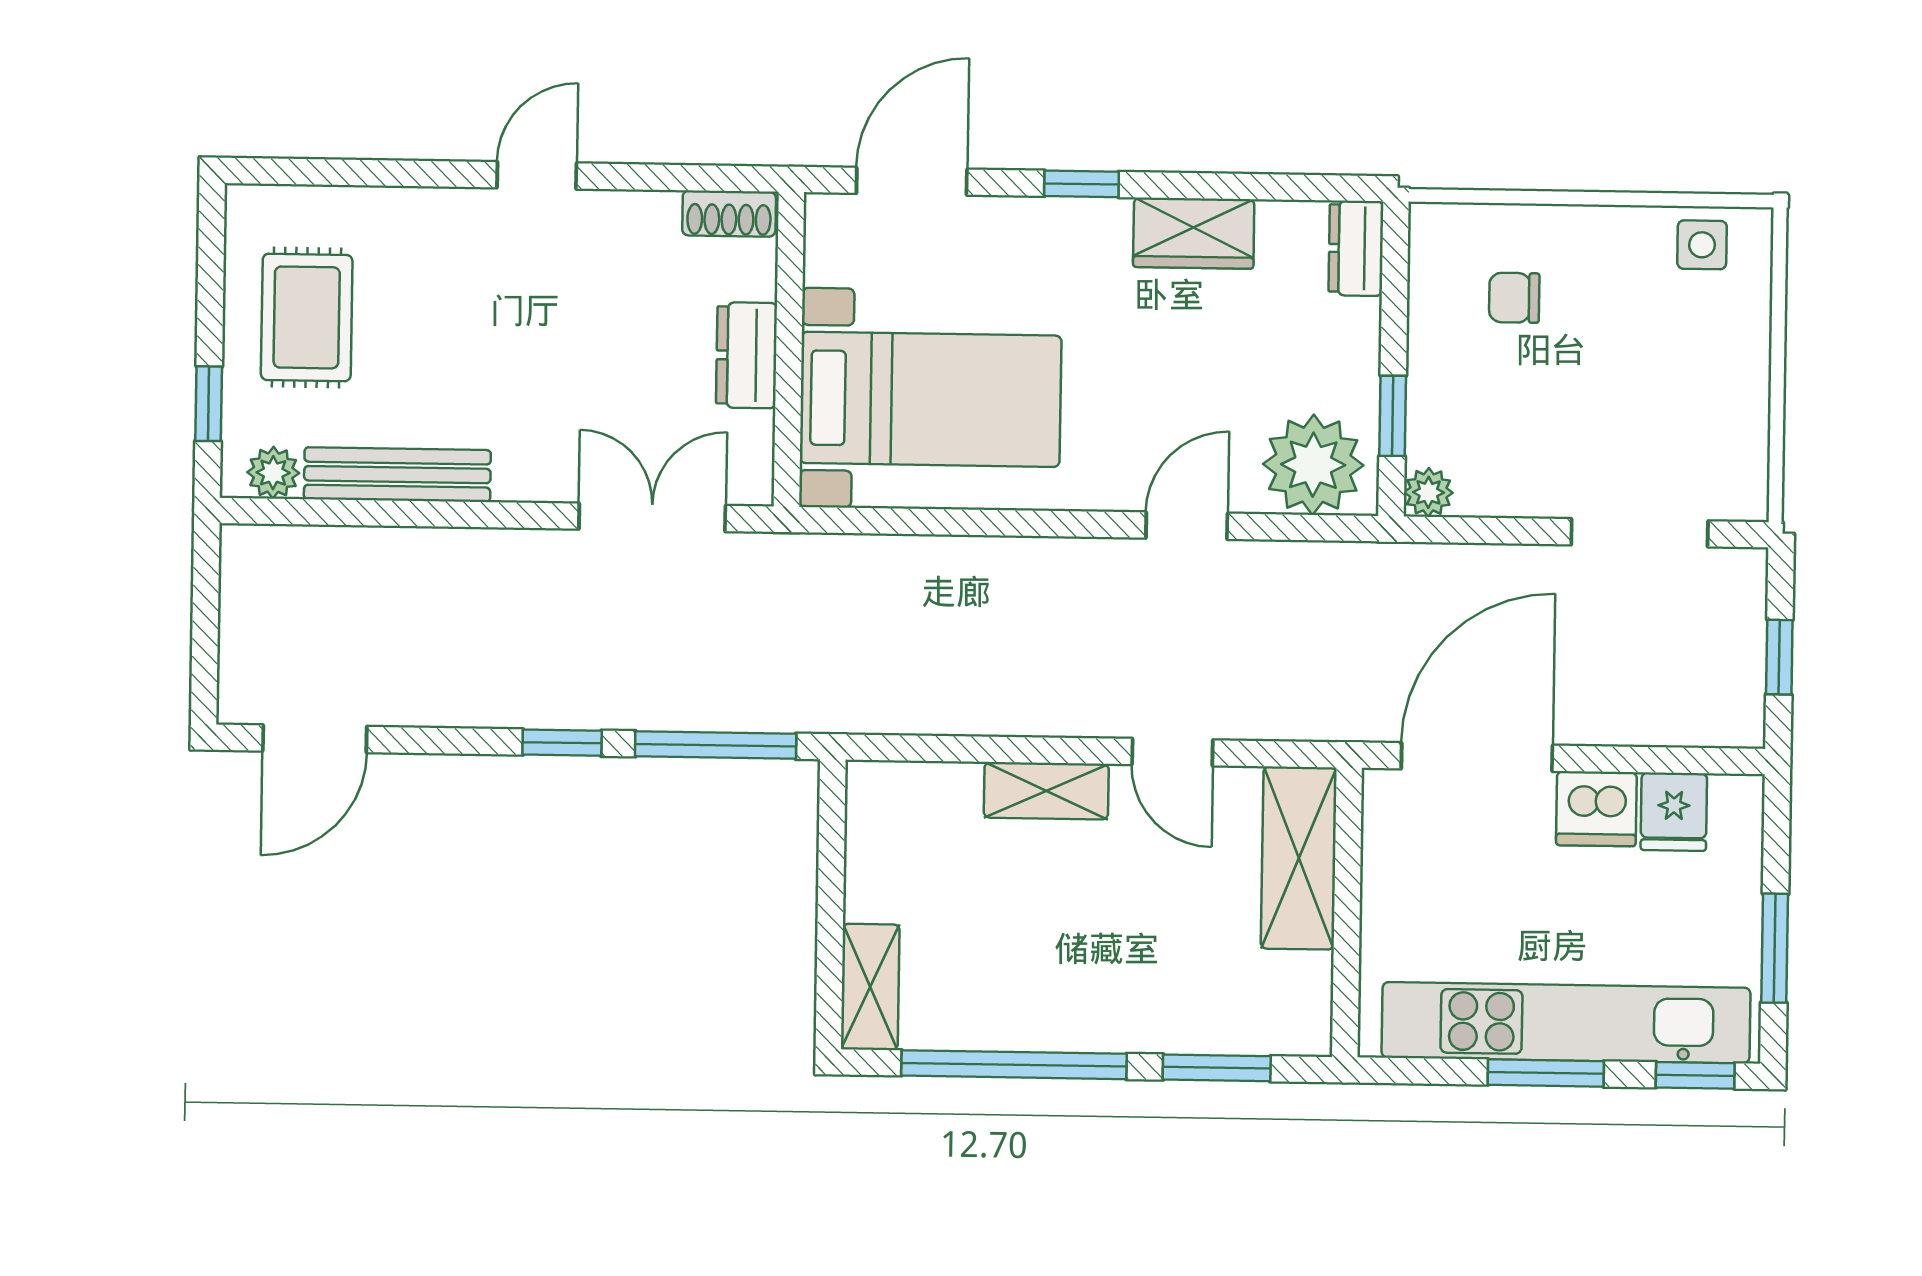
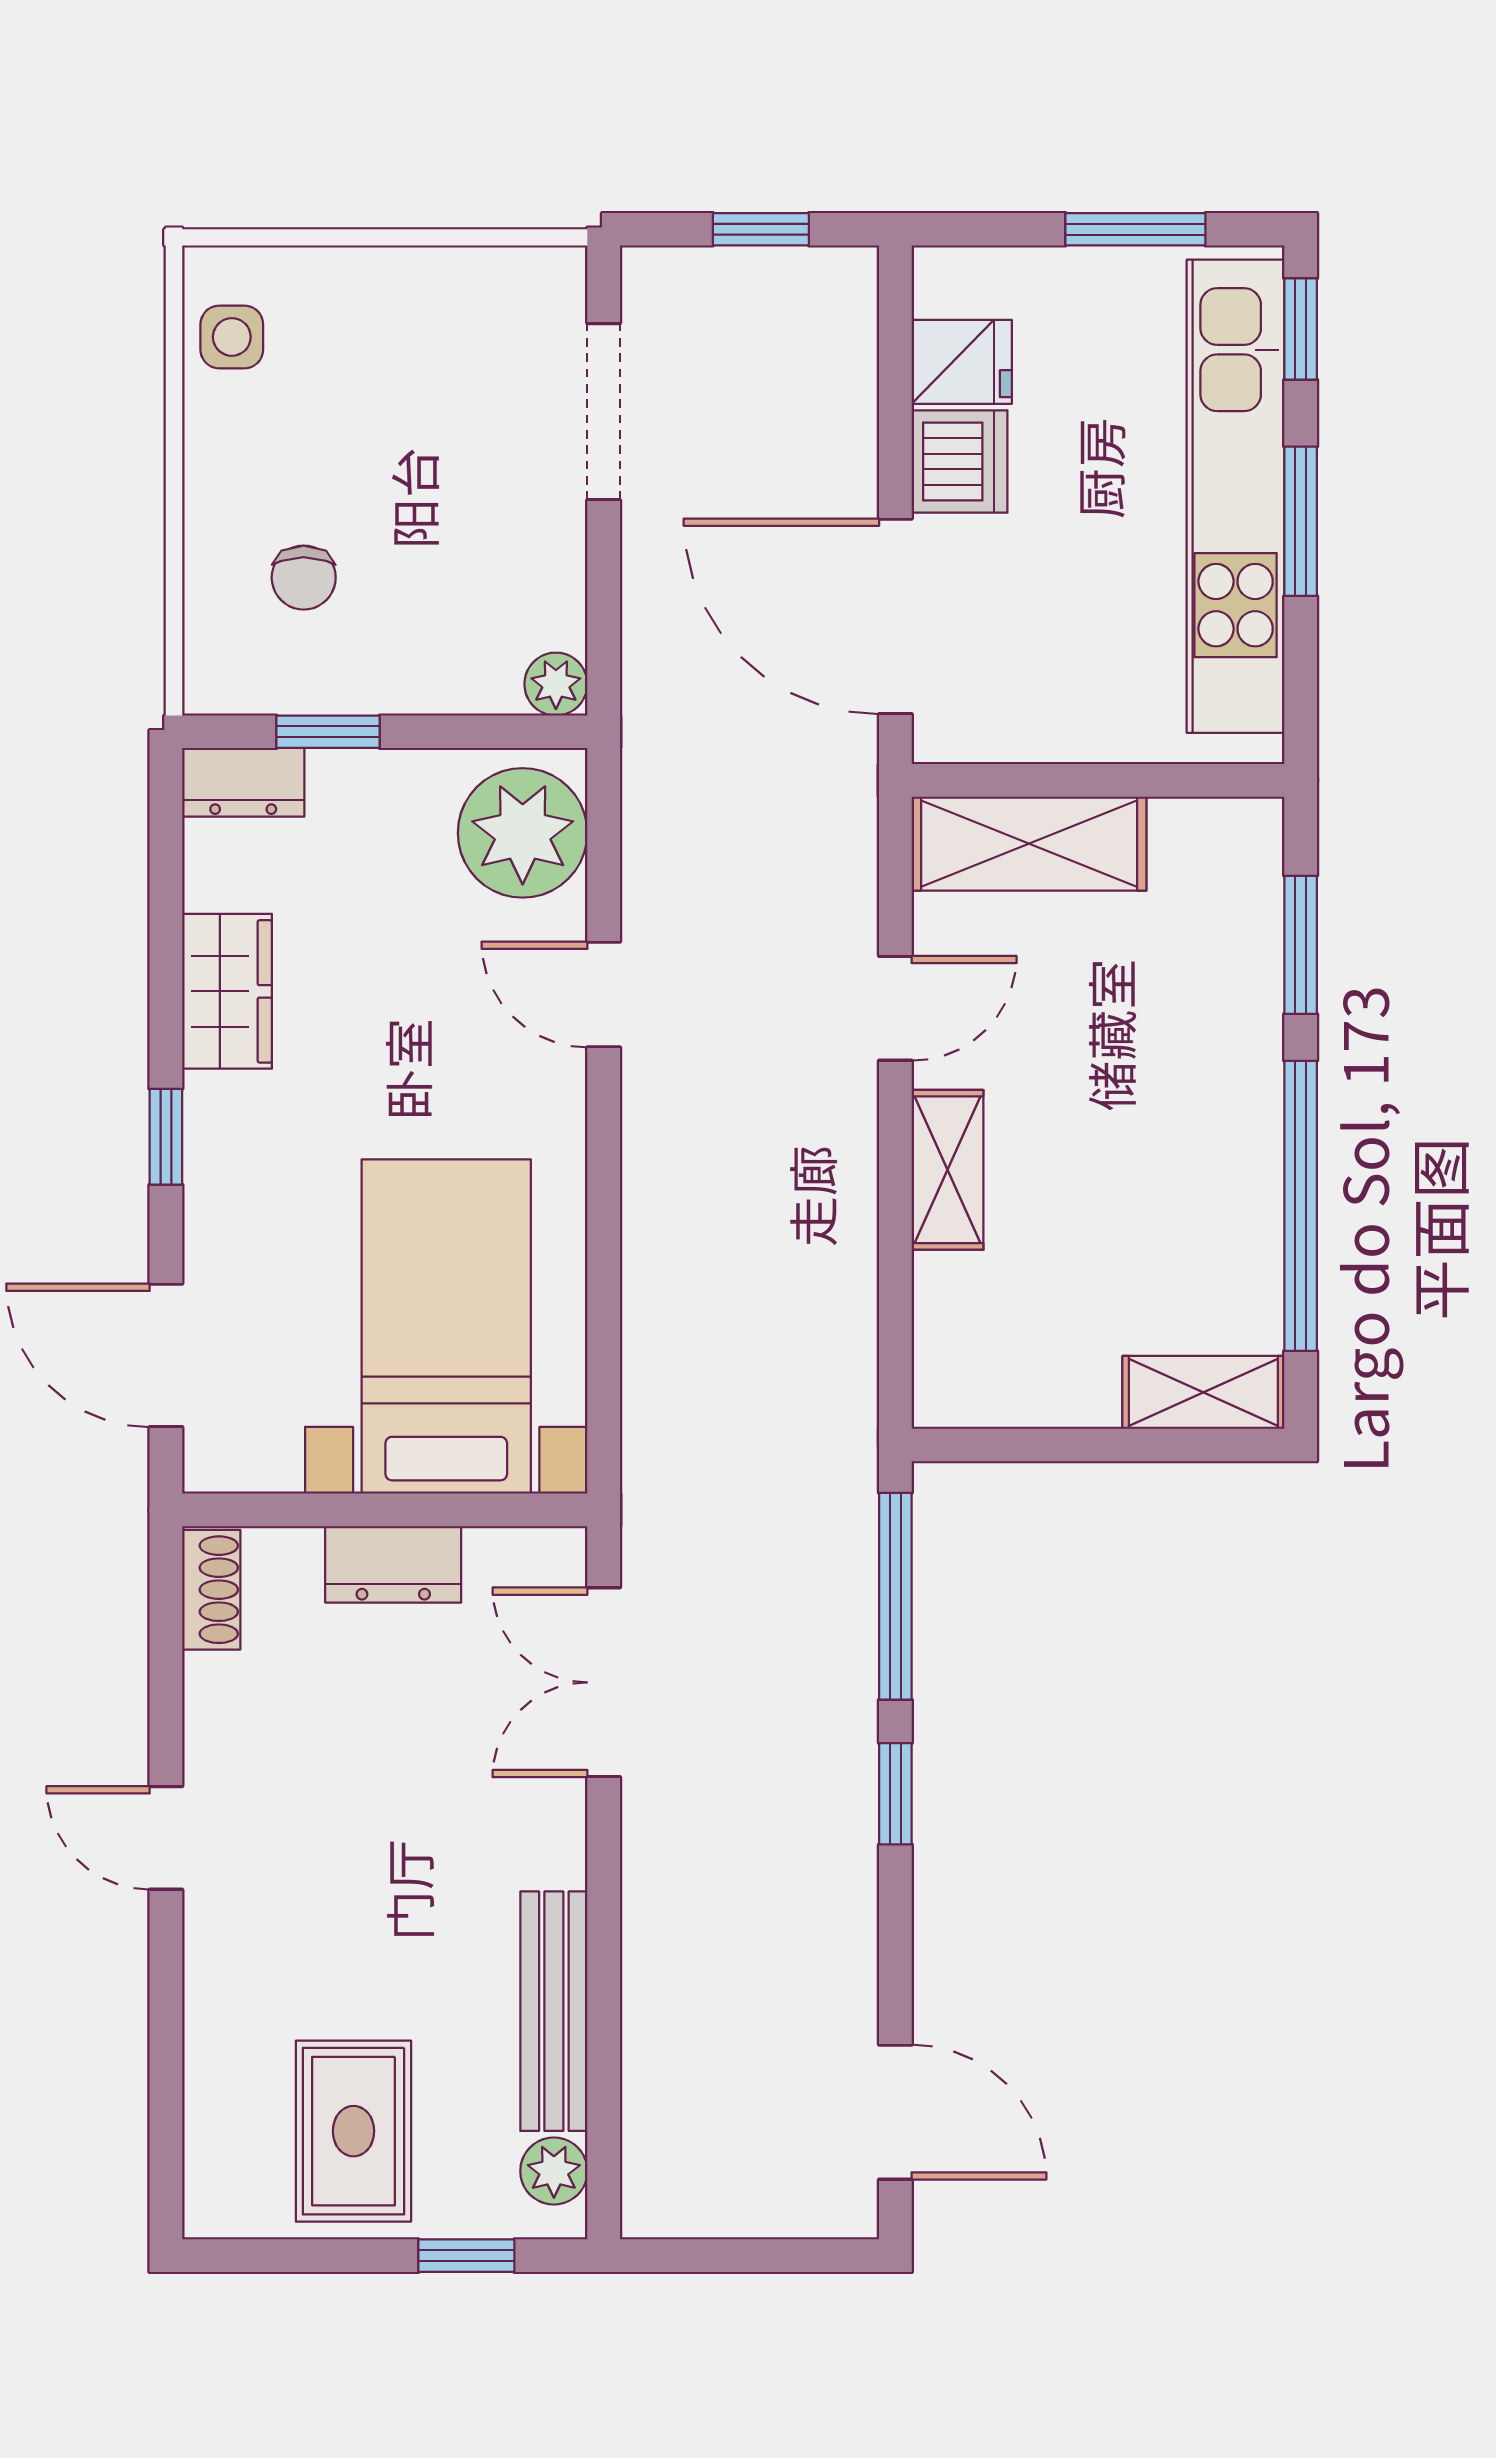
rug: (307, 317) -> (353, 2131), turned 90
window: (1393, 416) -> (328, 732), moved

